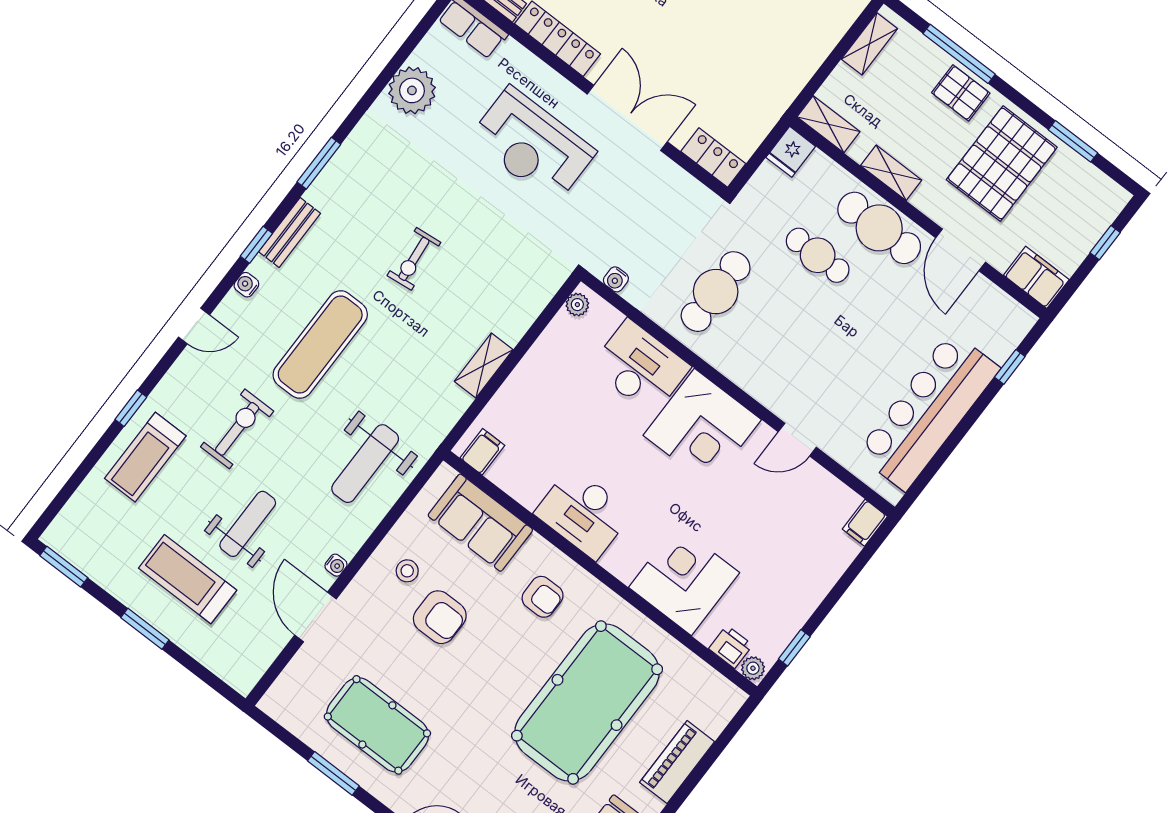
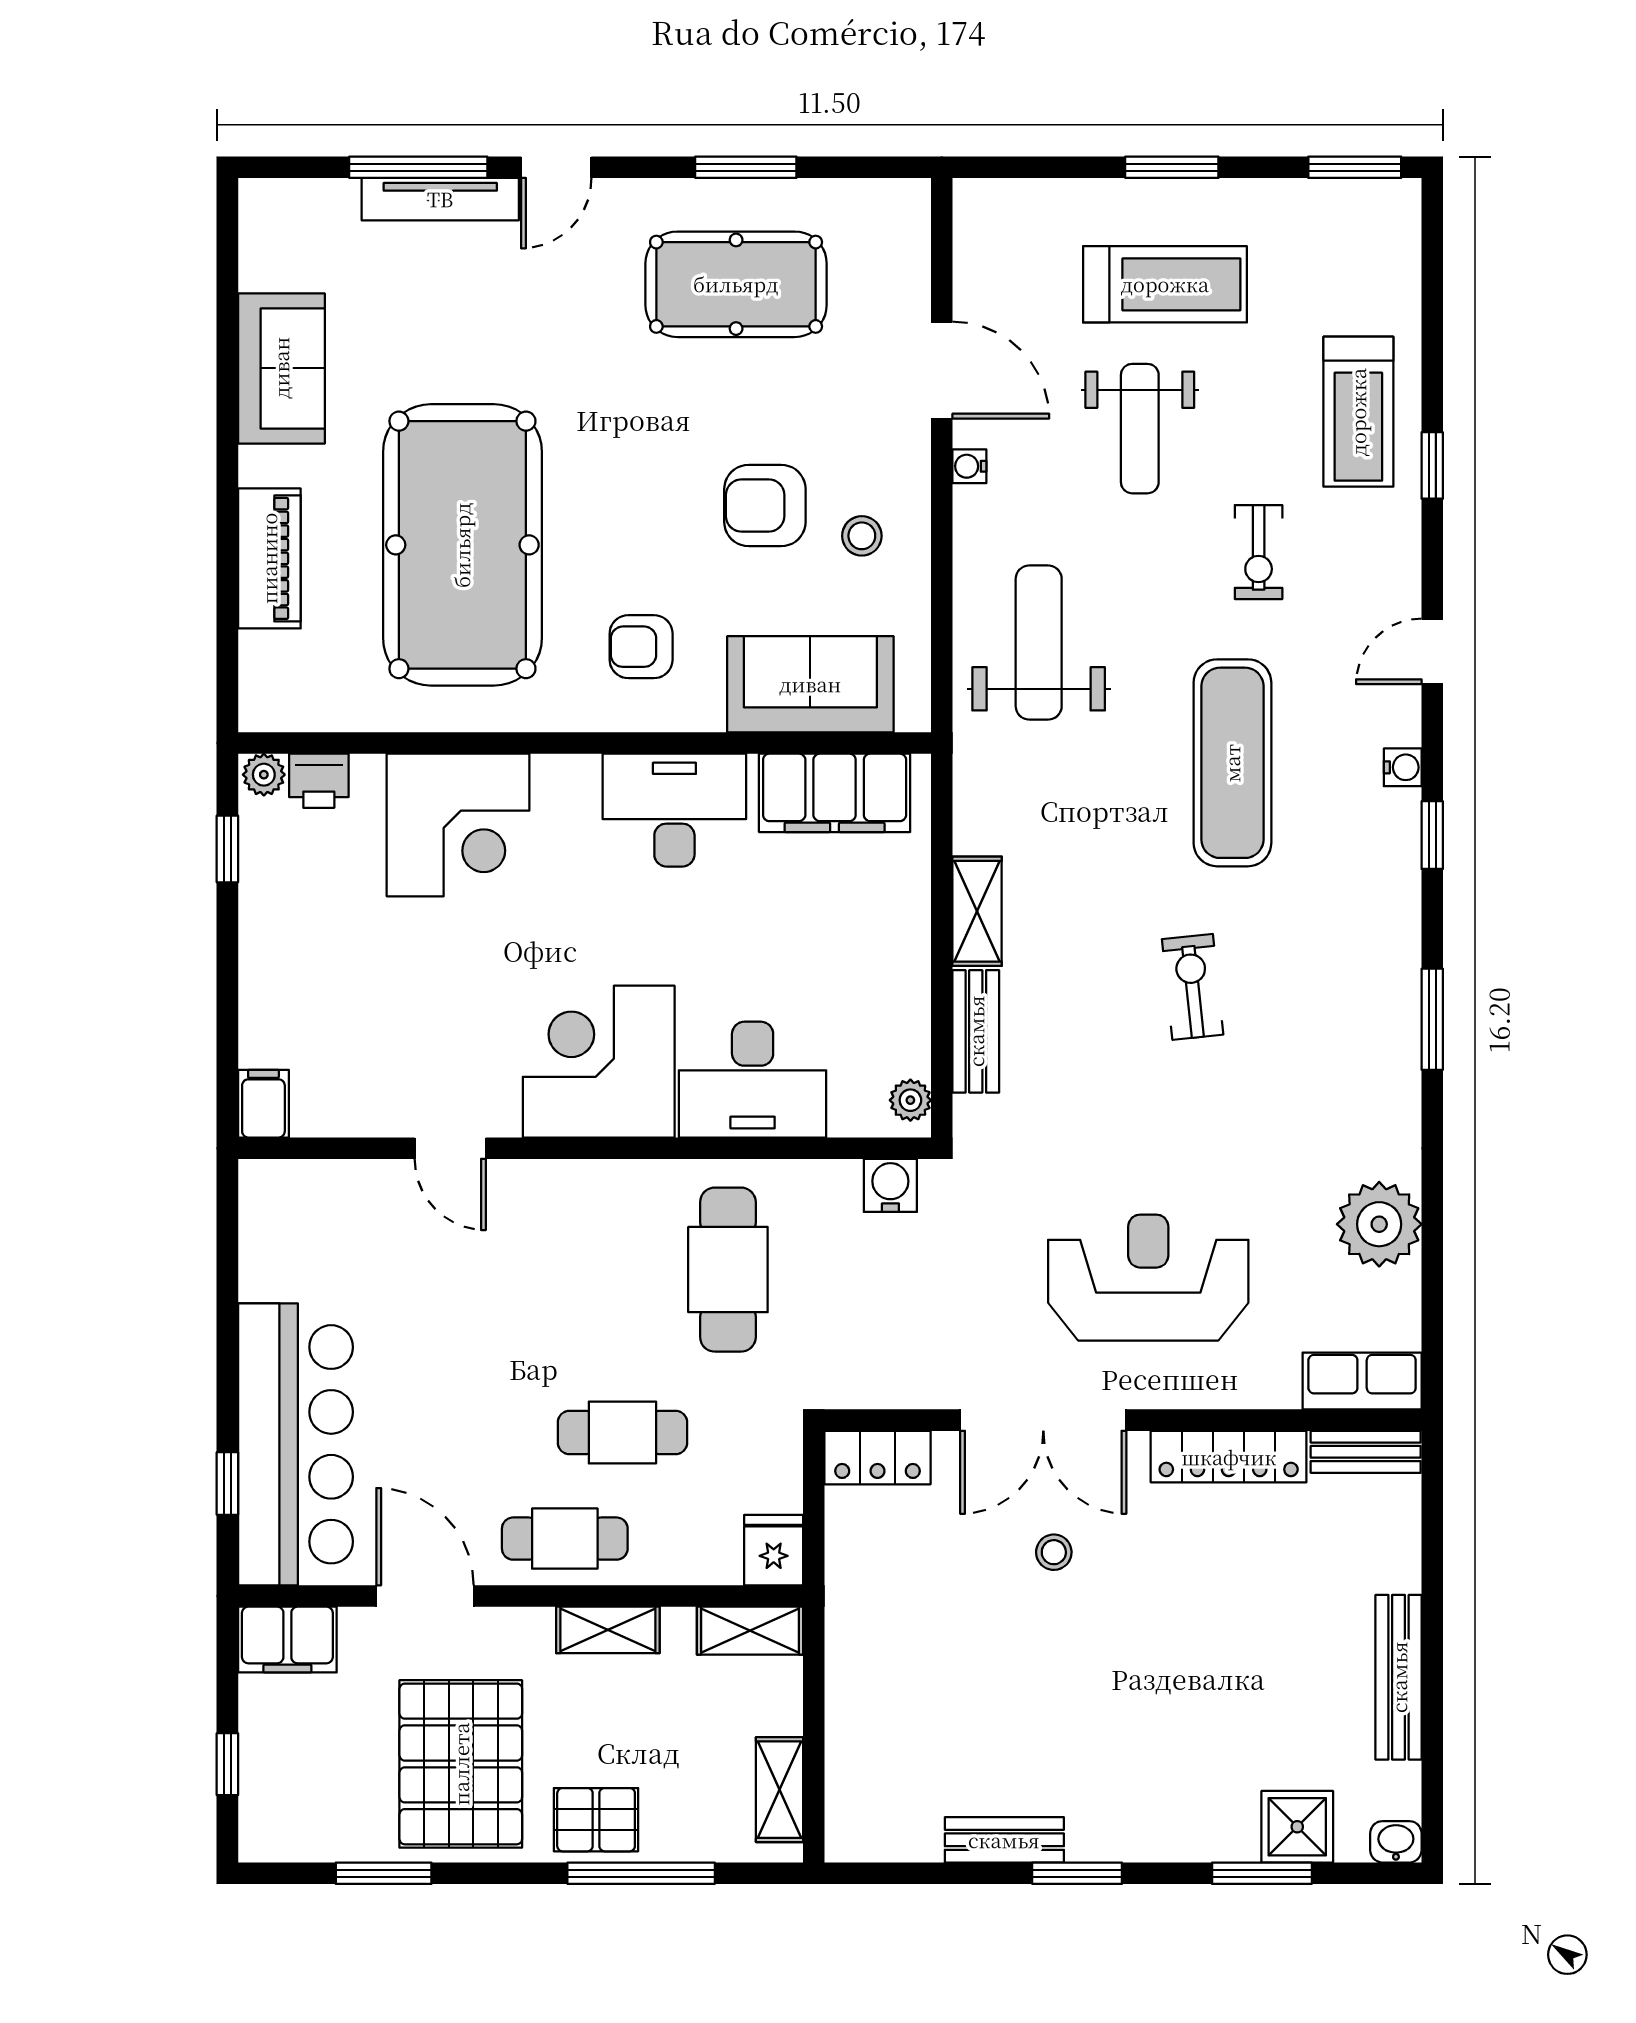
stool: (667, 56) -> (1054, 1552), added
cafe table: (879, 228) -> (565, 1539), width x0.73, depth x0.74
bench: (290, 233) -> (976, 1031), moved
water cooler: (616, 279) -> (890, 1185), width x1.38, depth x1.38
bar counter: (928, 411) -> (295, 1444), moved
exercise bike: (237, 429) -> (1259, 552), width x0.73, depth x0.72
door: (797, 440) -> (450, 1148), swing flipped
filing cabinet: (482, 452) -> (835, 793), width x3.00, depth x1.17
treadmill: (145, 457) -> (1358, 412), turned 180

